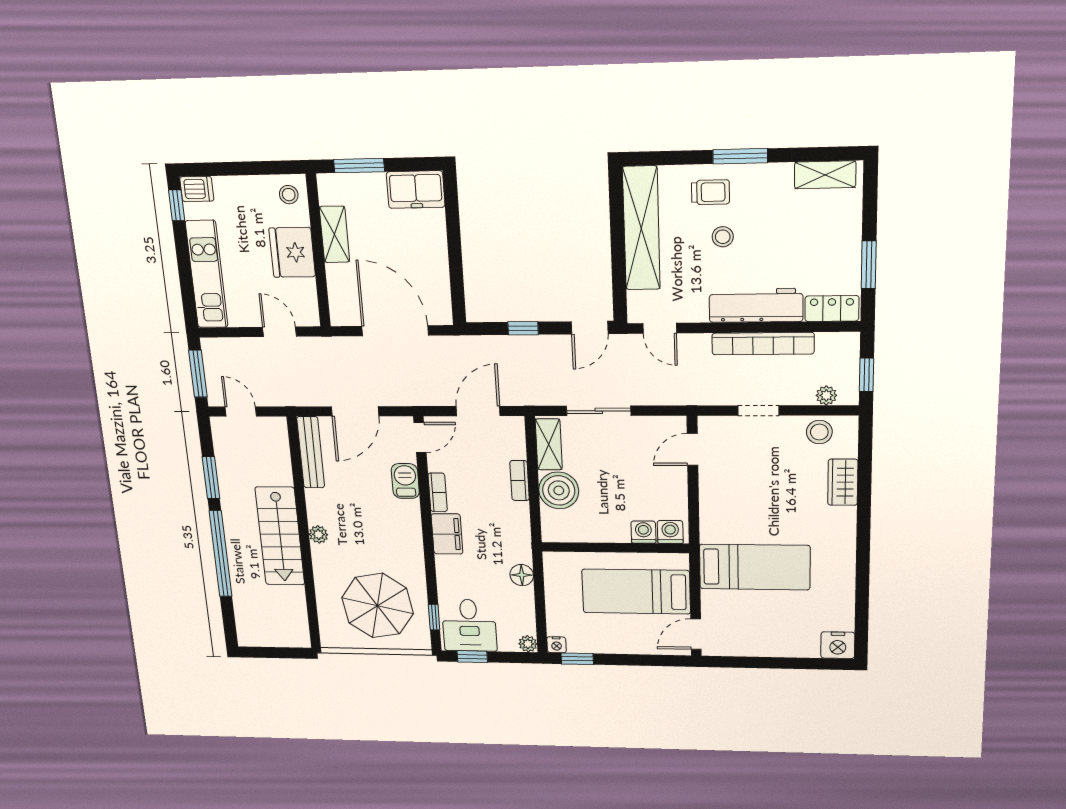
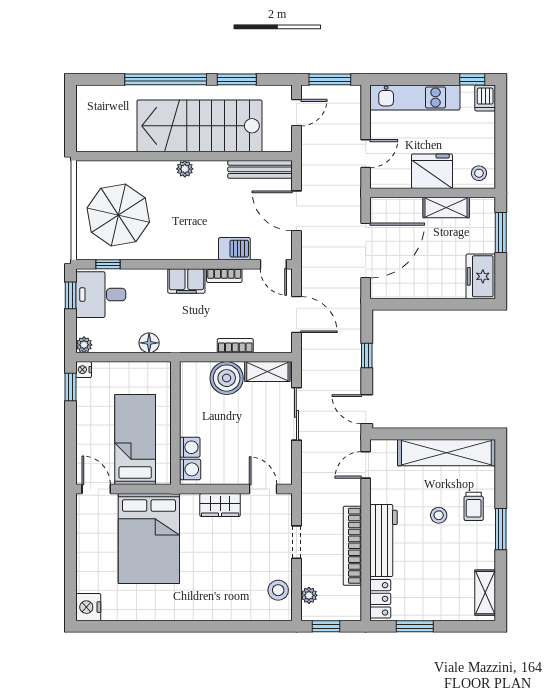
wardrobe: (843, 482) -> (220, 505), moved, turned 180
stairs: (280, 536) -> (199, 126), width x1.36, depth x1.51
bed: (755, 567) -> (149, 538), width x1.50

